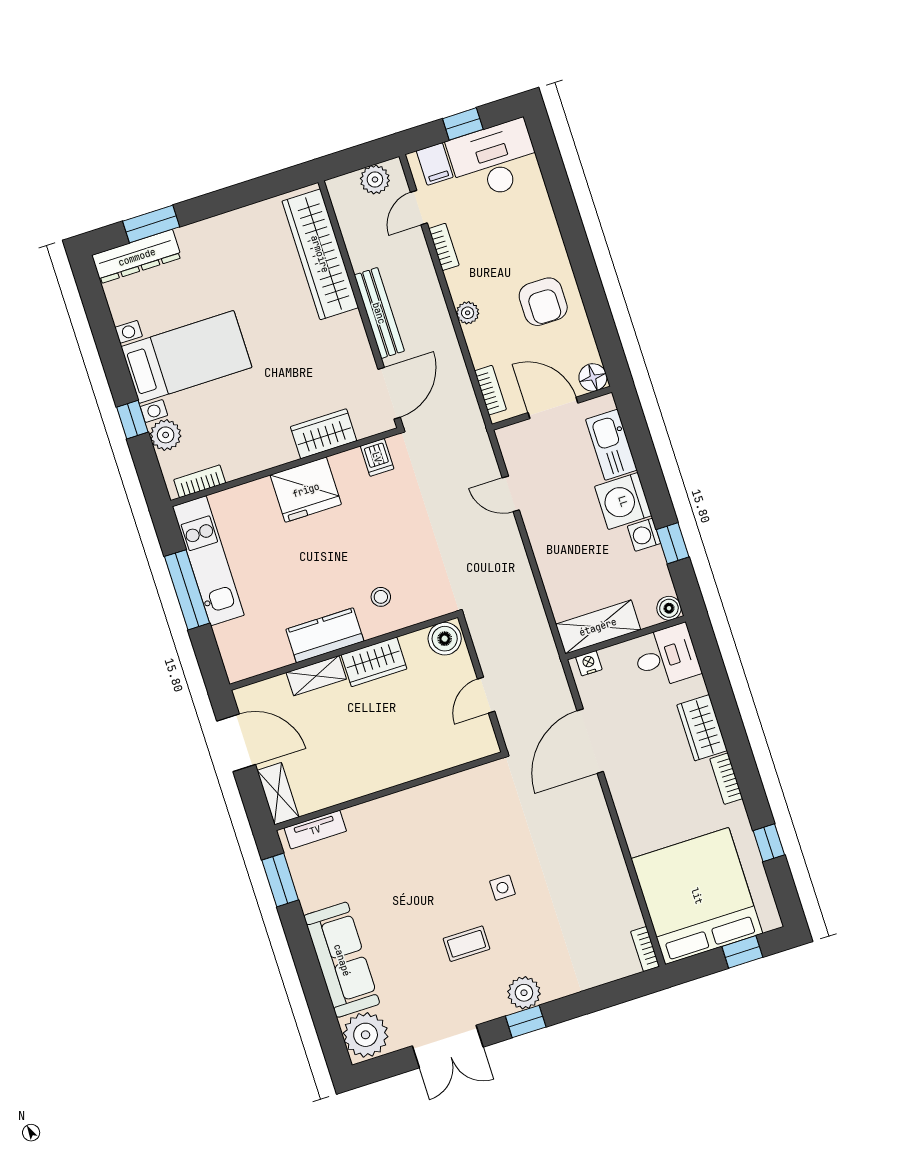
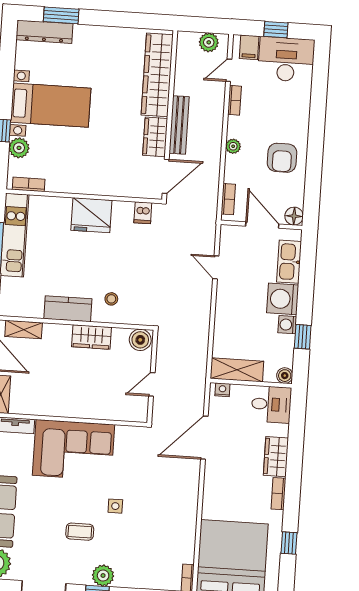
wardrobe: (324, 434) -> (155, 137), moved, turned -90
shelving: (316, 676) -> (24, 330), moved
corner sofa: (412, 832) -> (74, 450), added

